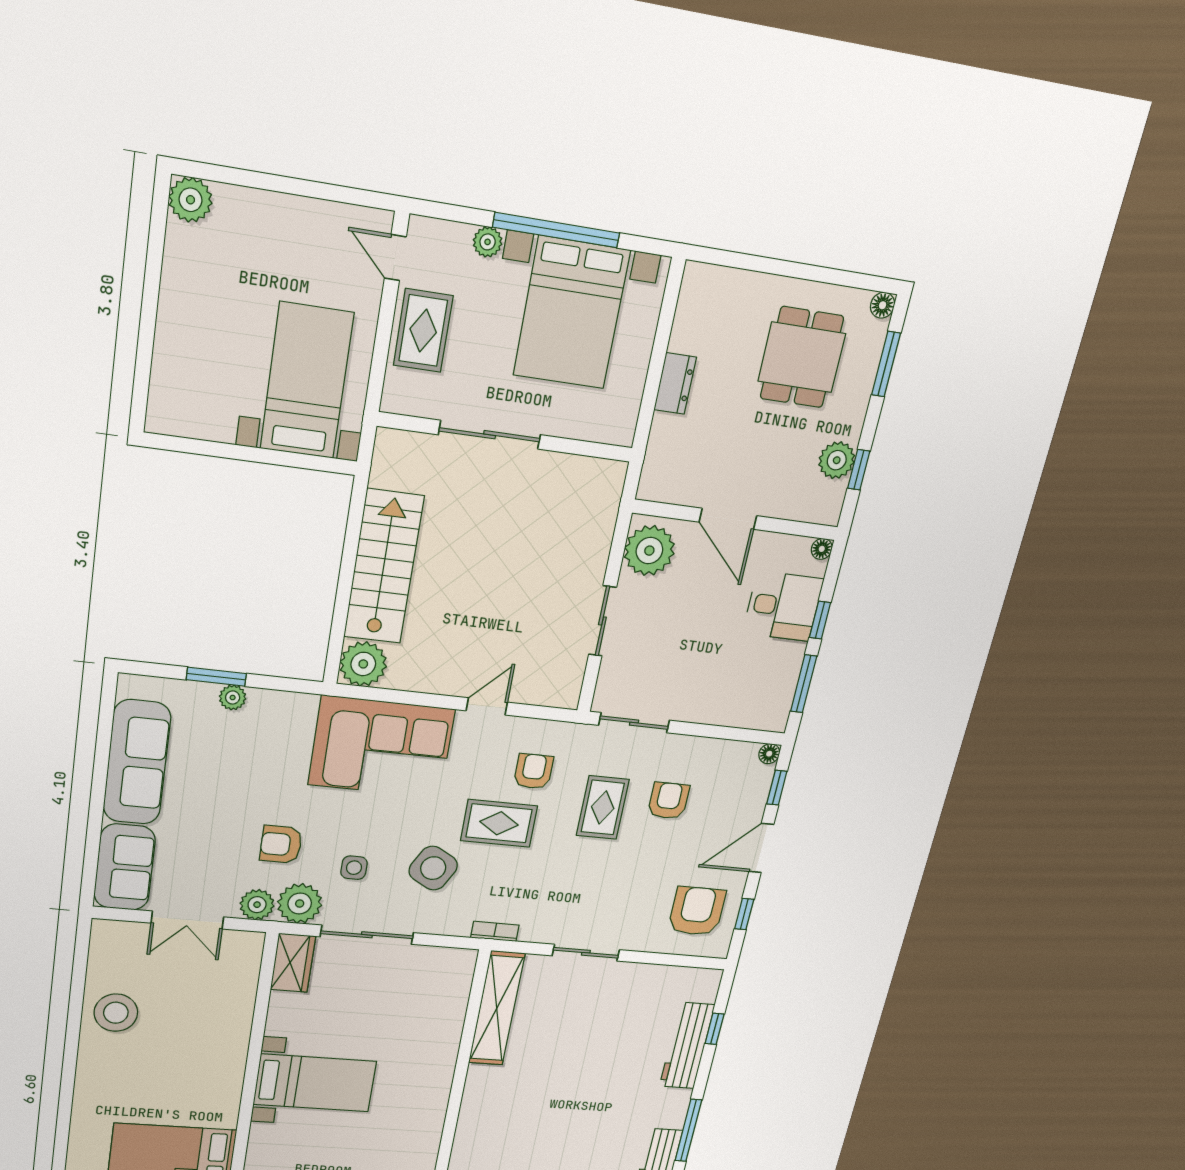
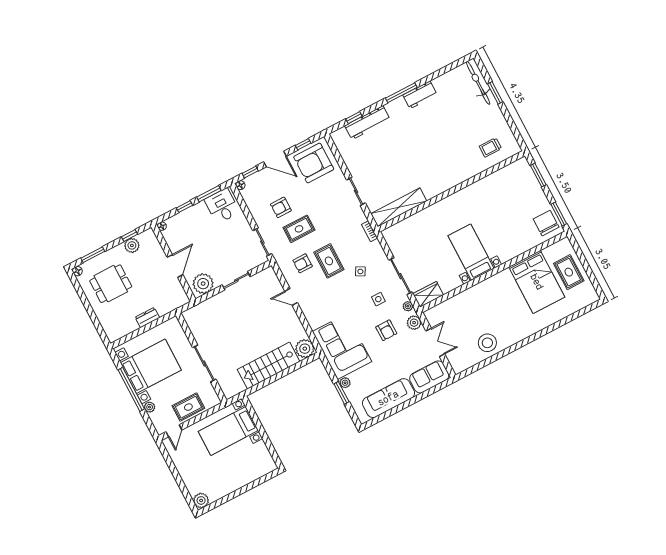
desk: (783, 606) -> (222, 206), moved
corner sofa: (381, 747) -> (342, 346), moved
side table: (433, 868) -> (360, 271), width x0.54, depth x0.54
plant: (300, 904) -> (408, 306), width x0.53, depth x0.53
armchair: (697, 911) -> (314, 163), width x1.36, depth x1.36

